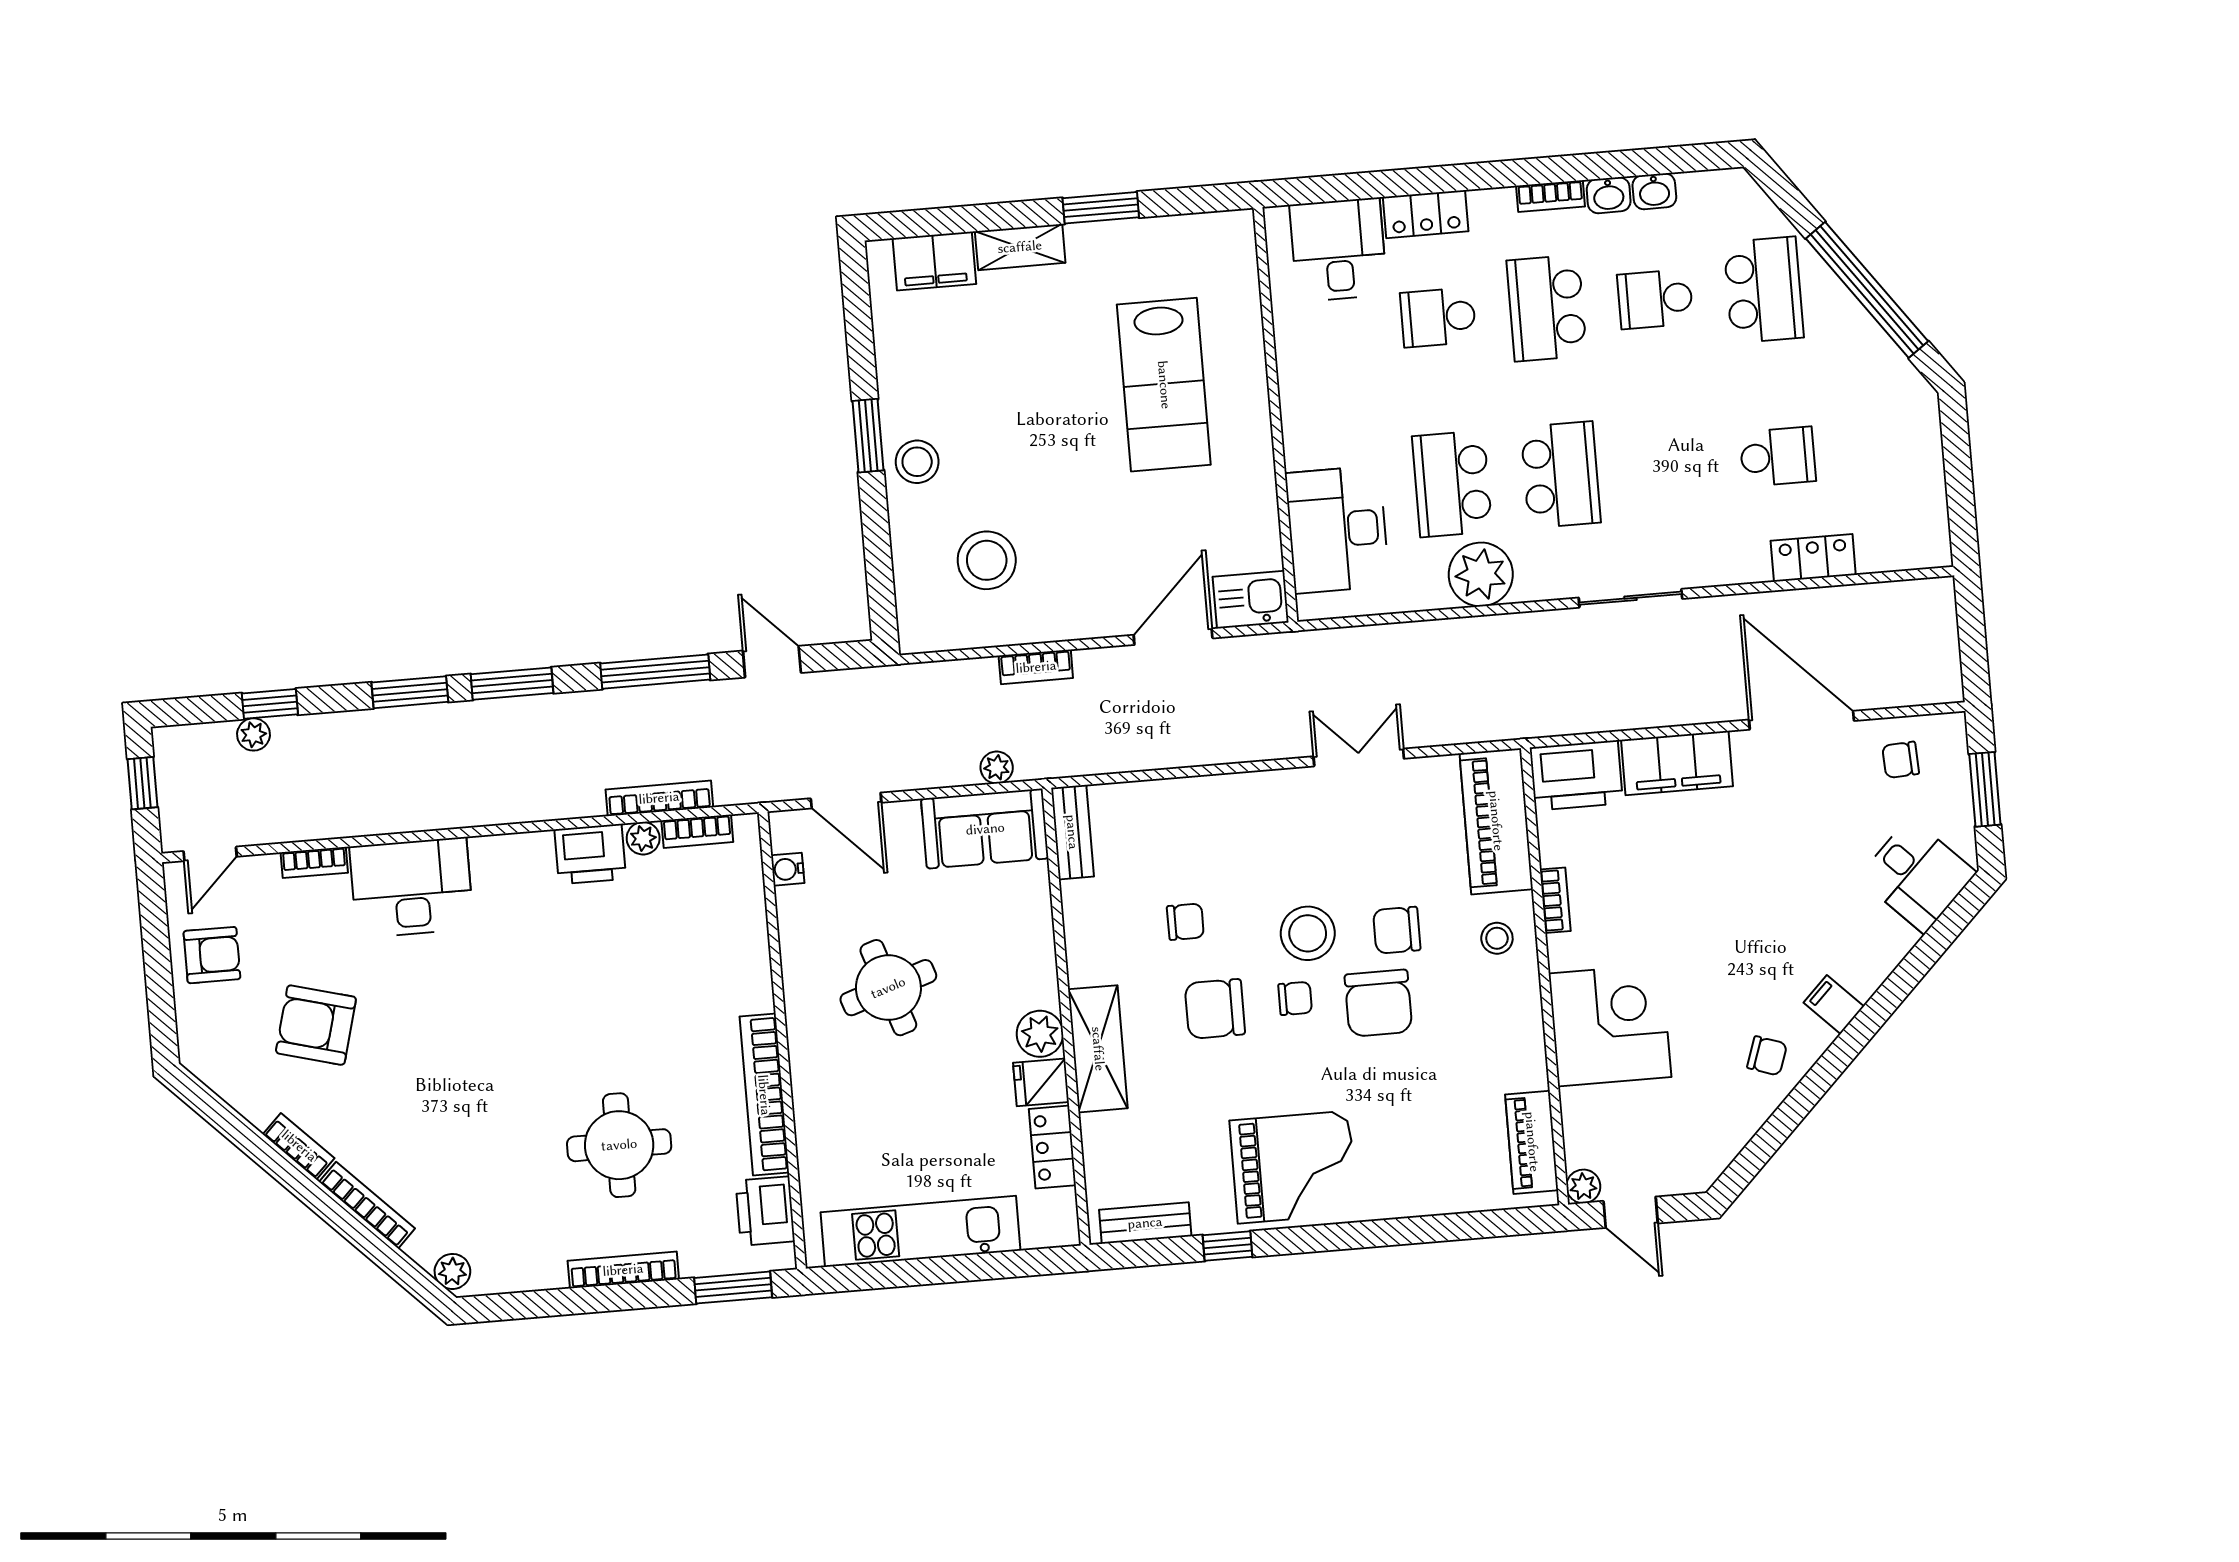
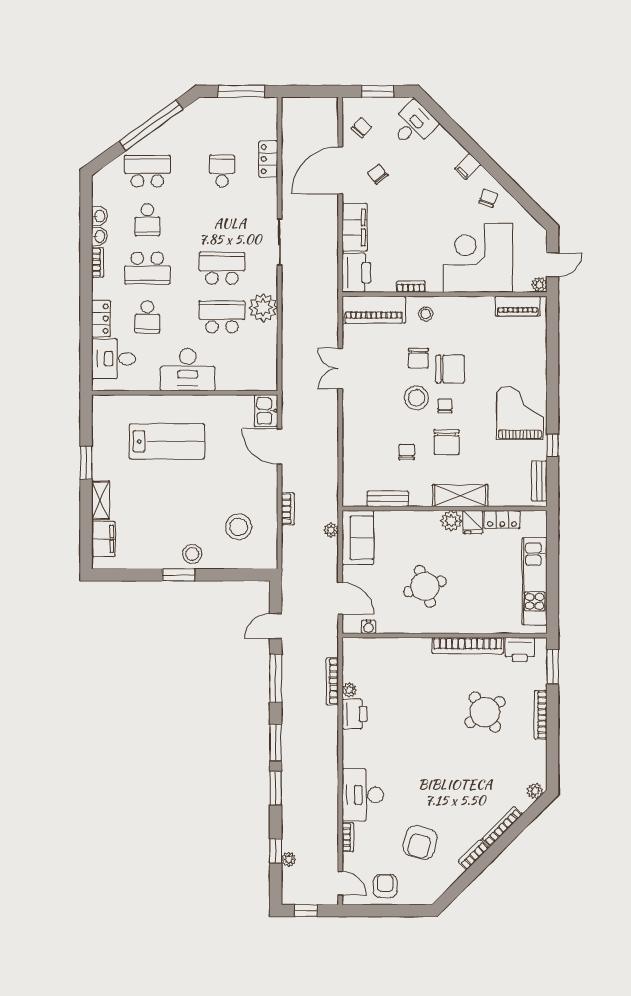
school desk: (1452, 484) -> (222, 317), turned 180
window: (1959, 484) -> (241, 91), added
desk: (1337, 530) -> (188, 370), moved
chair: (1901, 760) -> (361, 128), turned -134
door: (846, 801) -> (340, 598), hinge flipped
chair: (1800, 805) -> (378, 174), added
bookcase: (697, 831) -> (348, 666), removed
bench: (1072, 832) -> (388, 499), moved
corner desk: (1610, 1025) -> (478, 258), width x1.36, depth x1.36
round table: (619, 1145) -> (485, 712), turned -35

